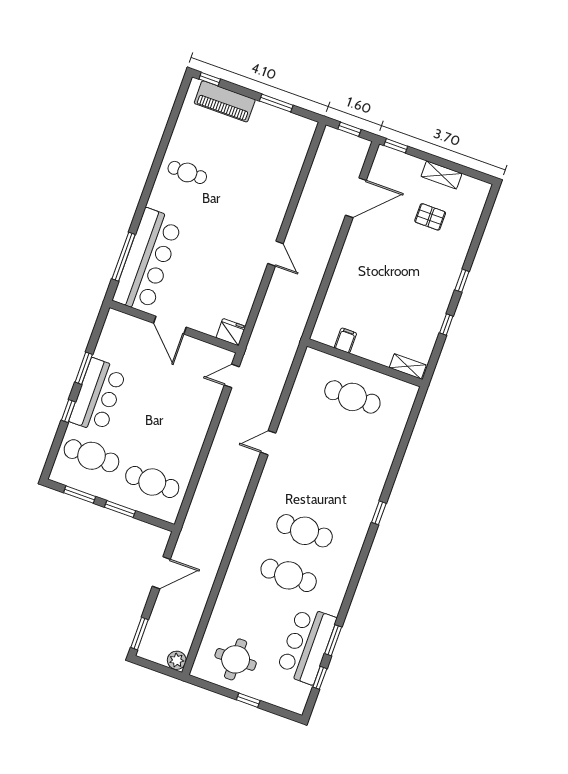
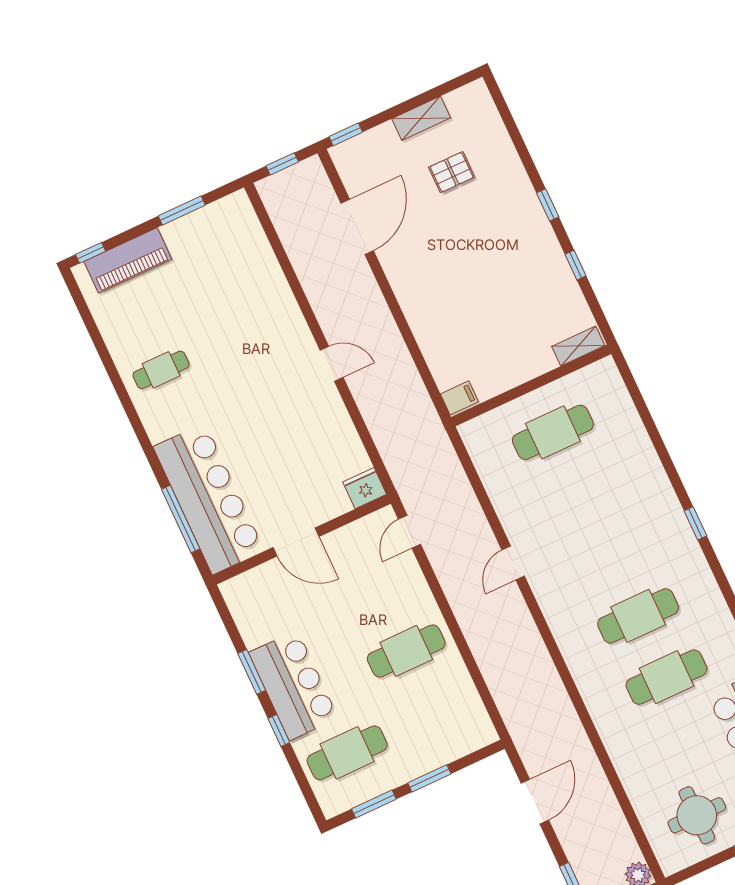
filing cabinet: (345, 341) -> (459, 398), moved, turned 90
cafe table: (152, 482) -> (406, 651), moved

